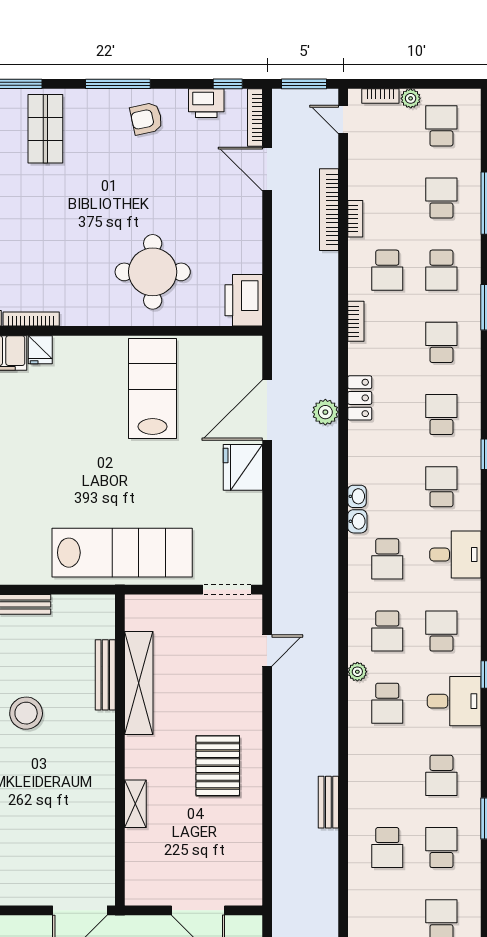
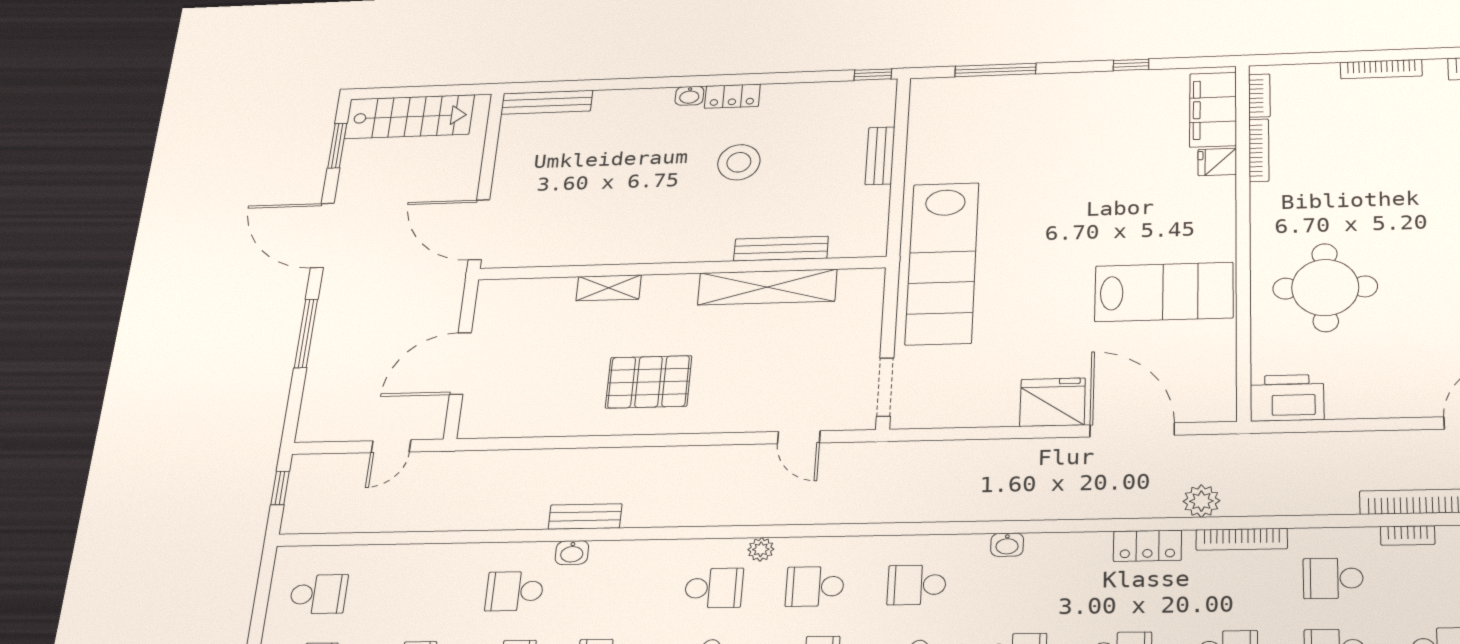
bookcase: (356, 321) -> (1242, 539), width x1.56
plant: (325, 412) -> (1201, 501), moved
washbasin: (357, 521) -> (572, 553), moved
school desk: (387, 703) -> (714, 588), turned 180

